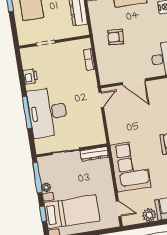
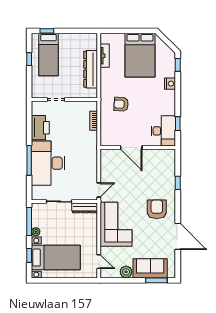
printer: (30, 76) -> (40, 128), width x1.87, depth x1.48
door: (101, 100) -> (99, 190), moved

